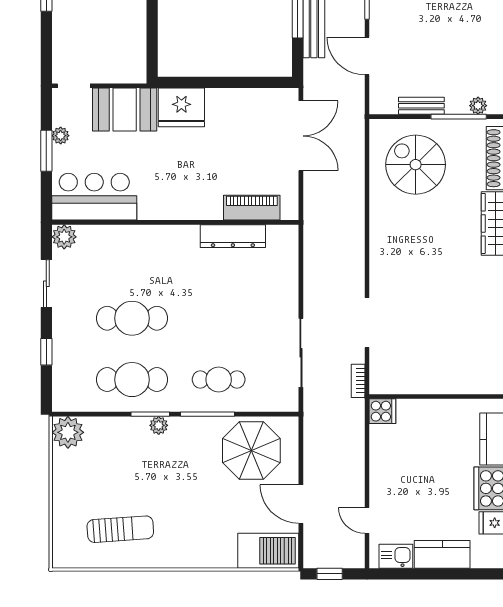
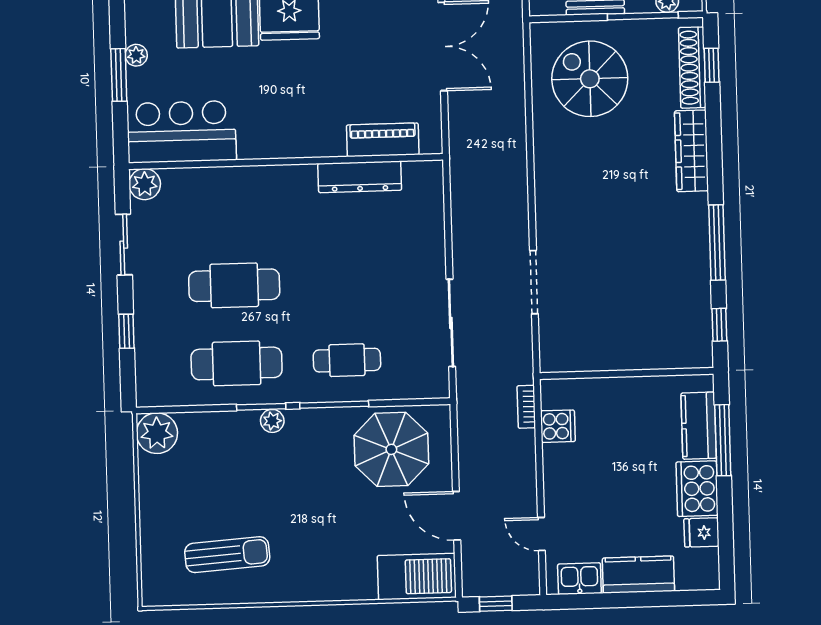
bookcase: (358, 381) -> (526, 407), moved
cooker: (382, 411) -> (558, 426), moved

